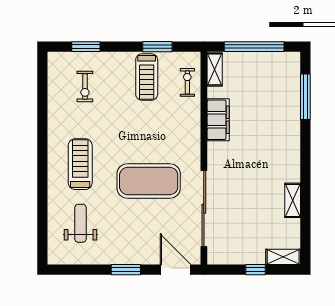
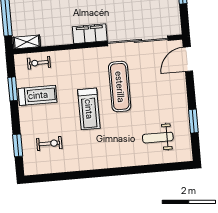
filing cabinet: (218, 120) -> (90, 34), moved
treadmill: (80, 164) -> (89, 109), moved, turned -90
exercise mat: (149, 181) -> (120, 87), width x0.68
window: (126, 270) -> (193, 121), moved

